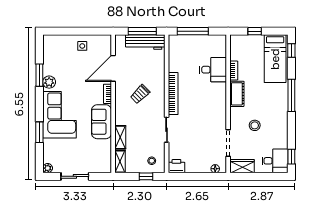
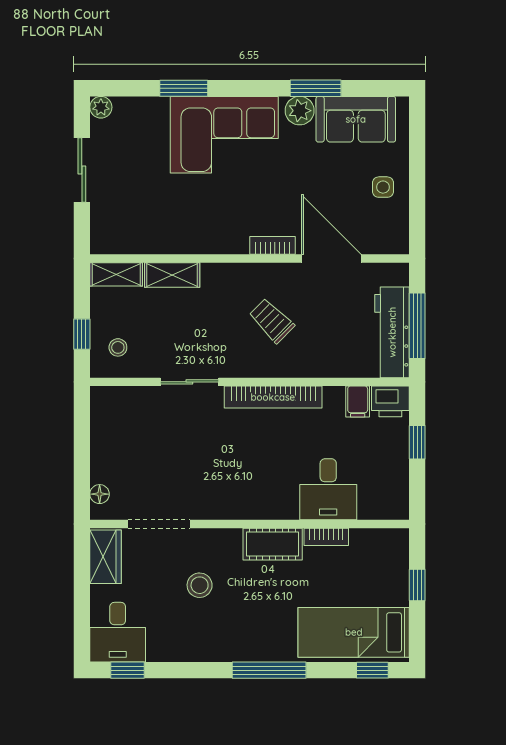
window: (193, 31) -> (417, 442), width x0.46
filing cabinet: (175, 57) -> (358, 402), added
sofa: (101, 122) -> (356, 119), moved, turned 180
printer: (176, 166) -> (390, 401), moved, turned 90

